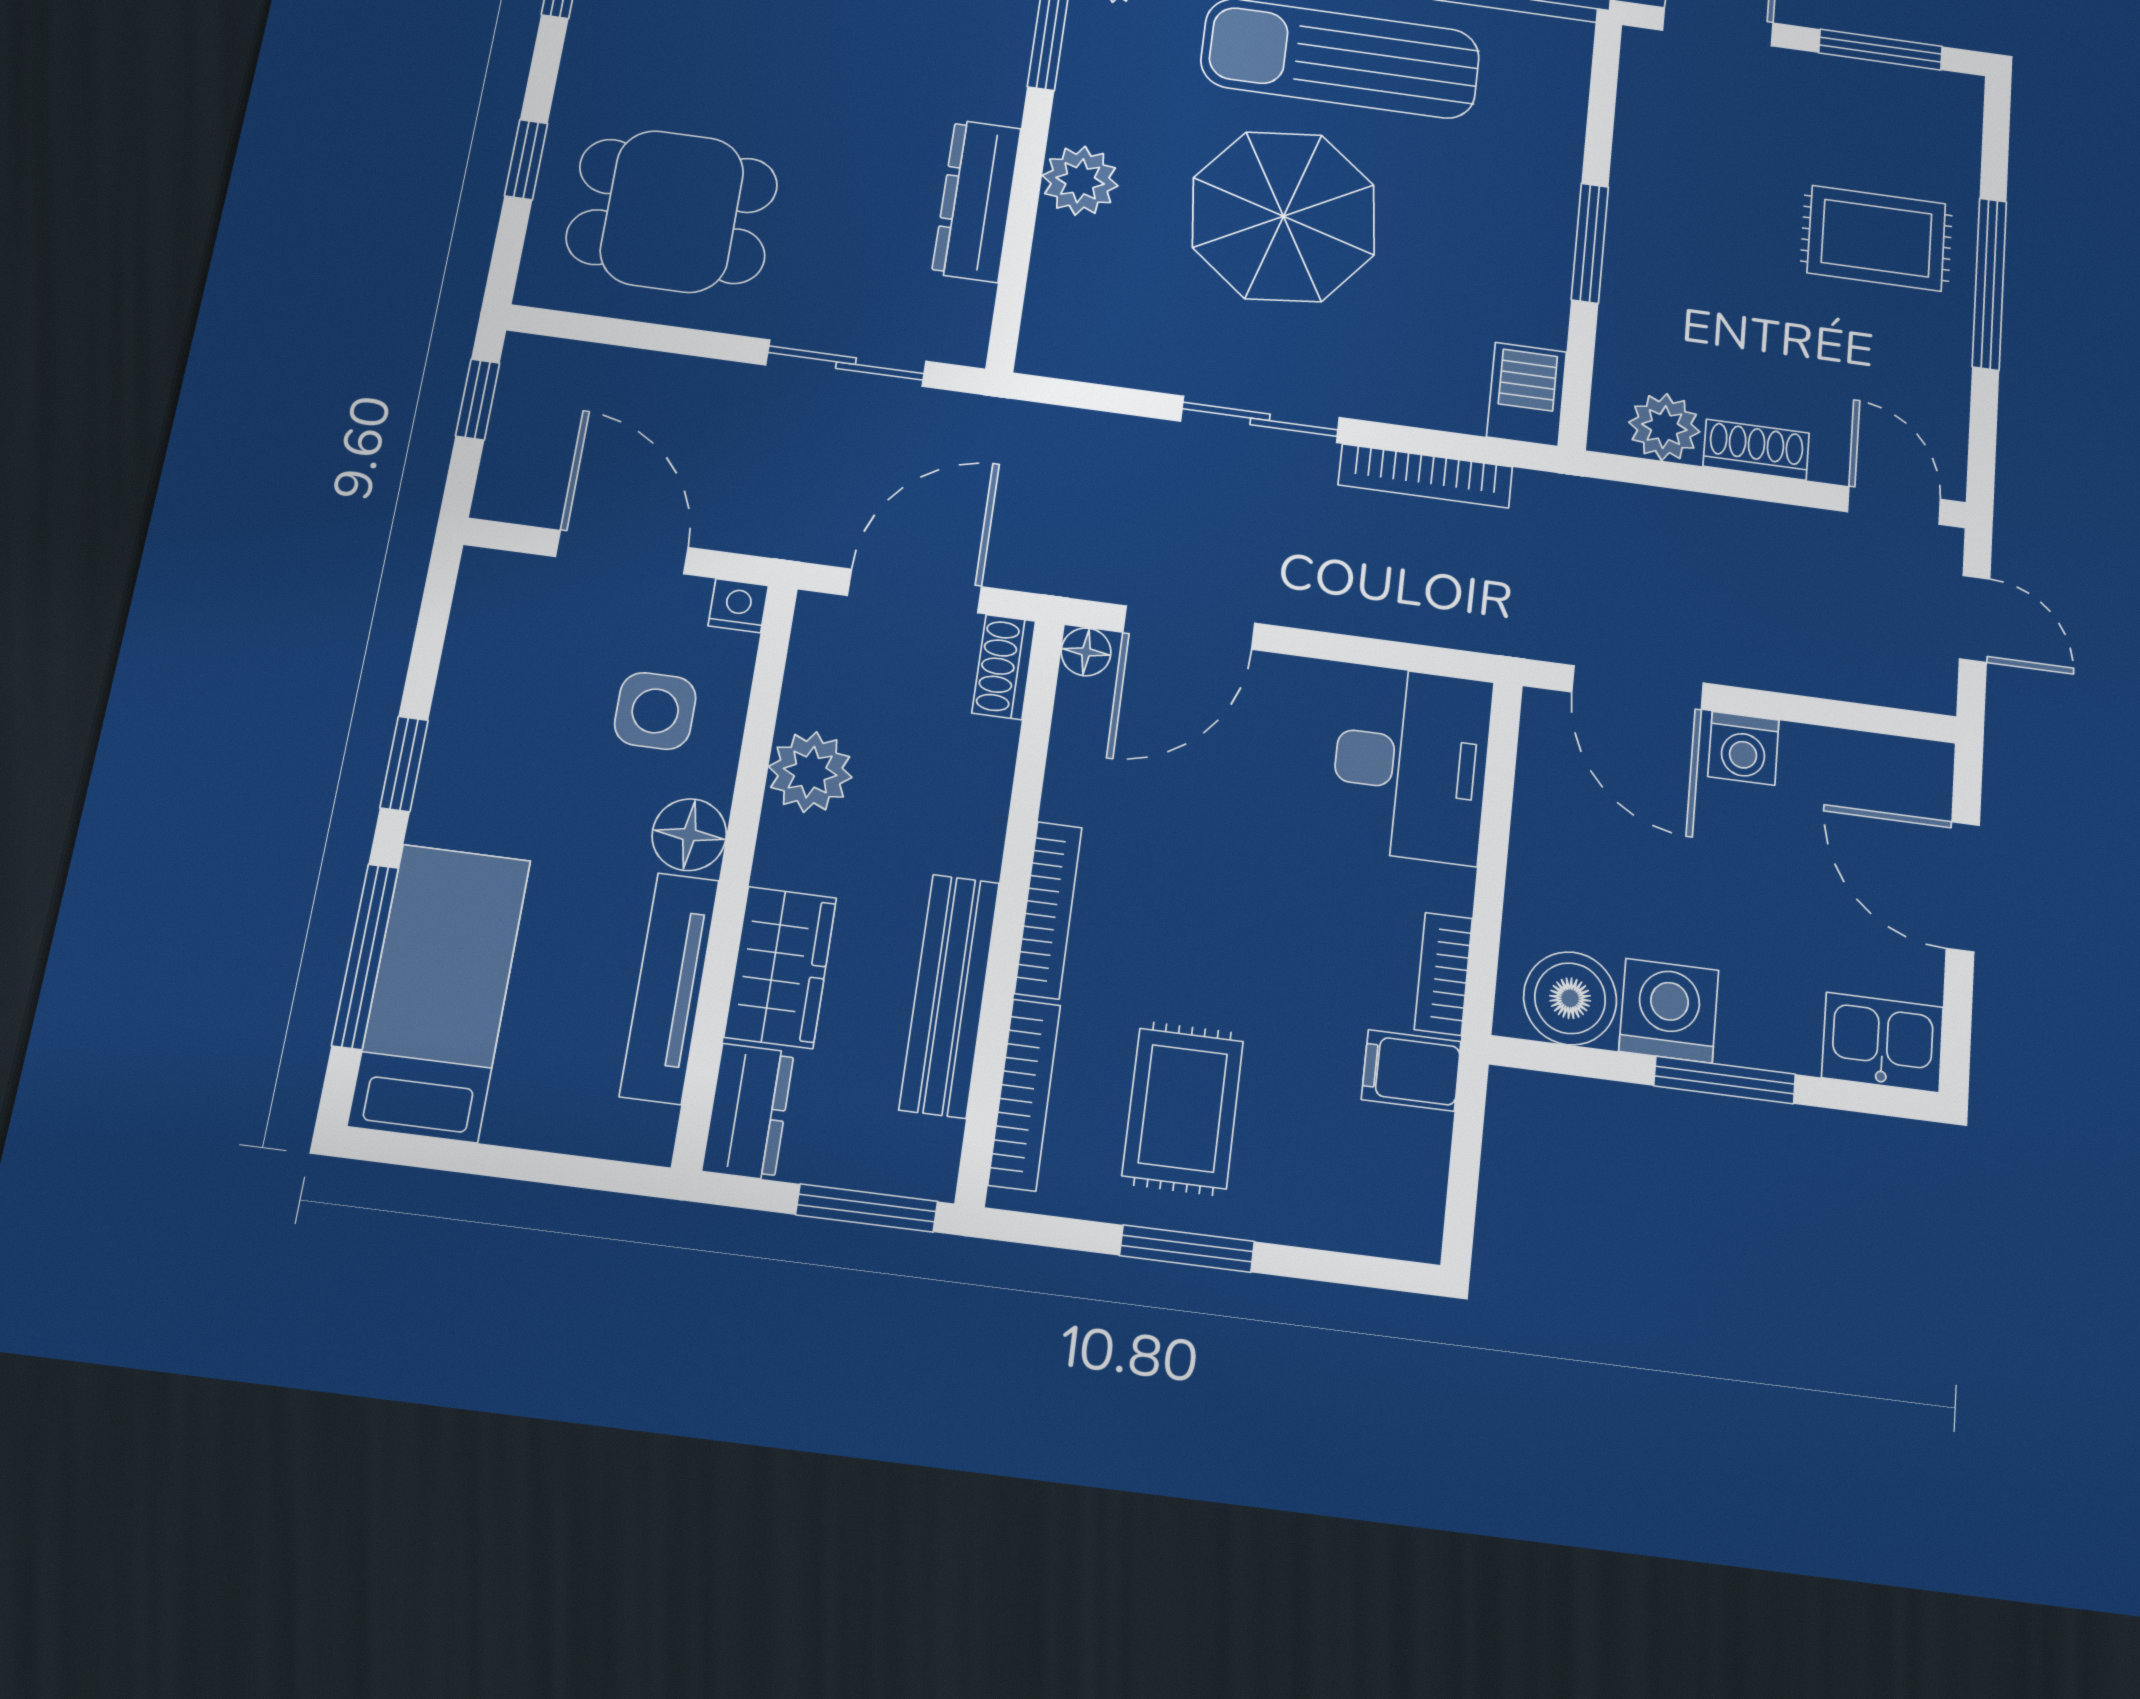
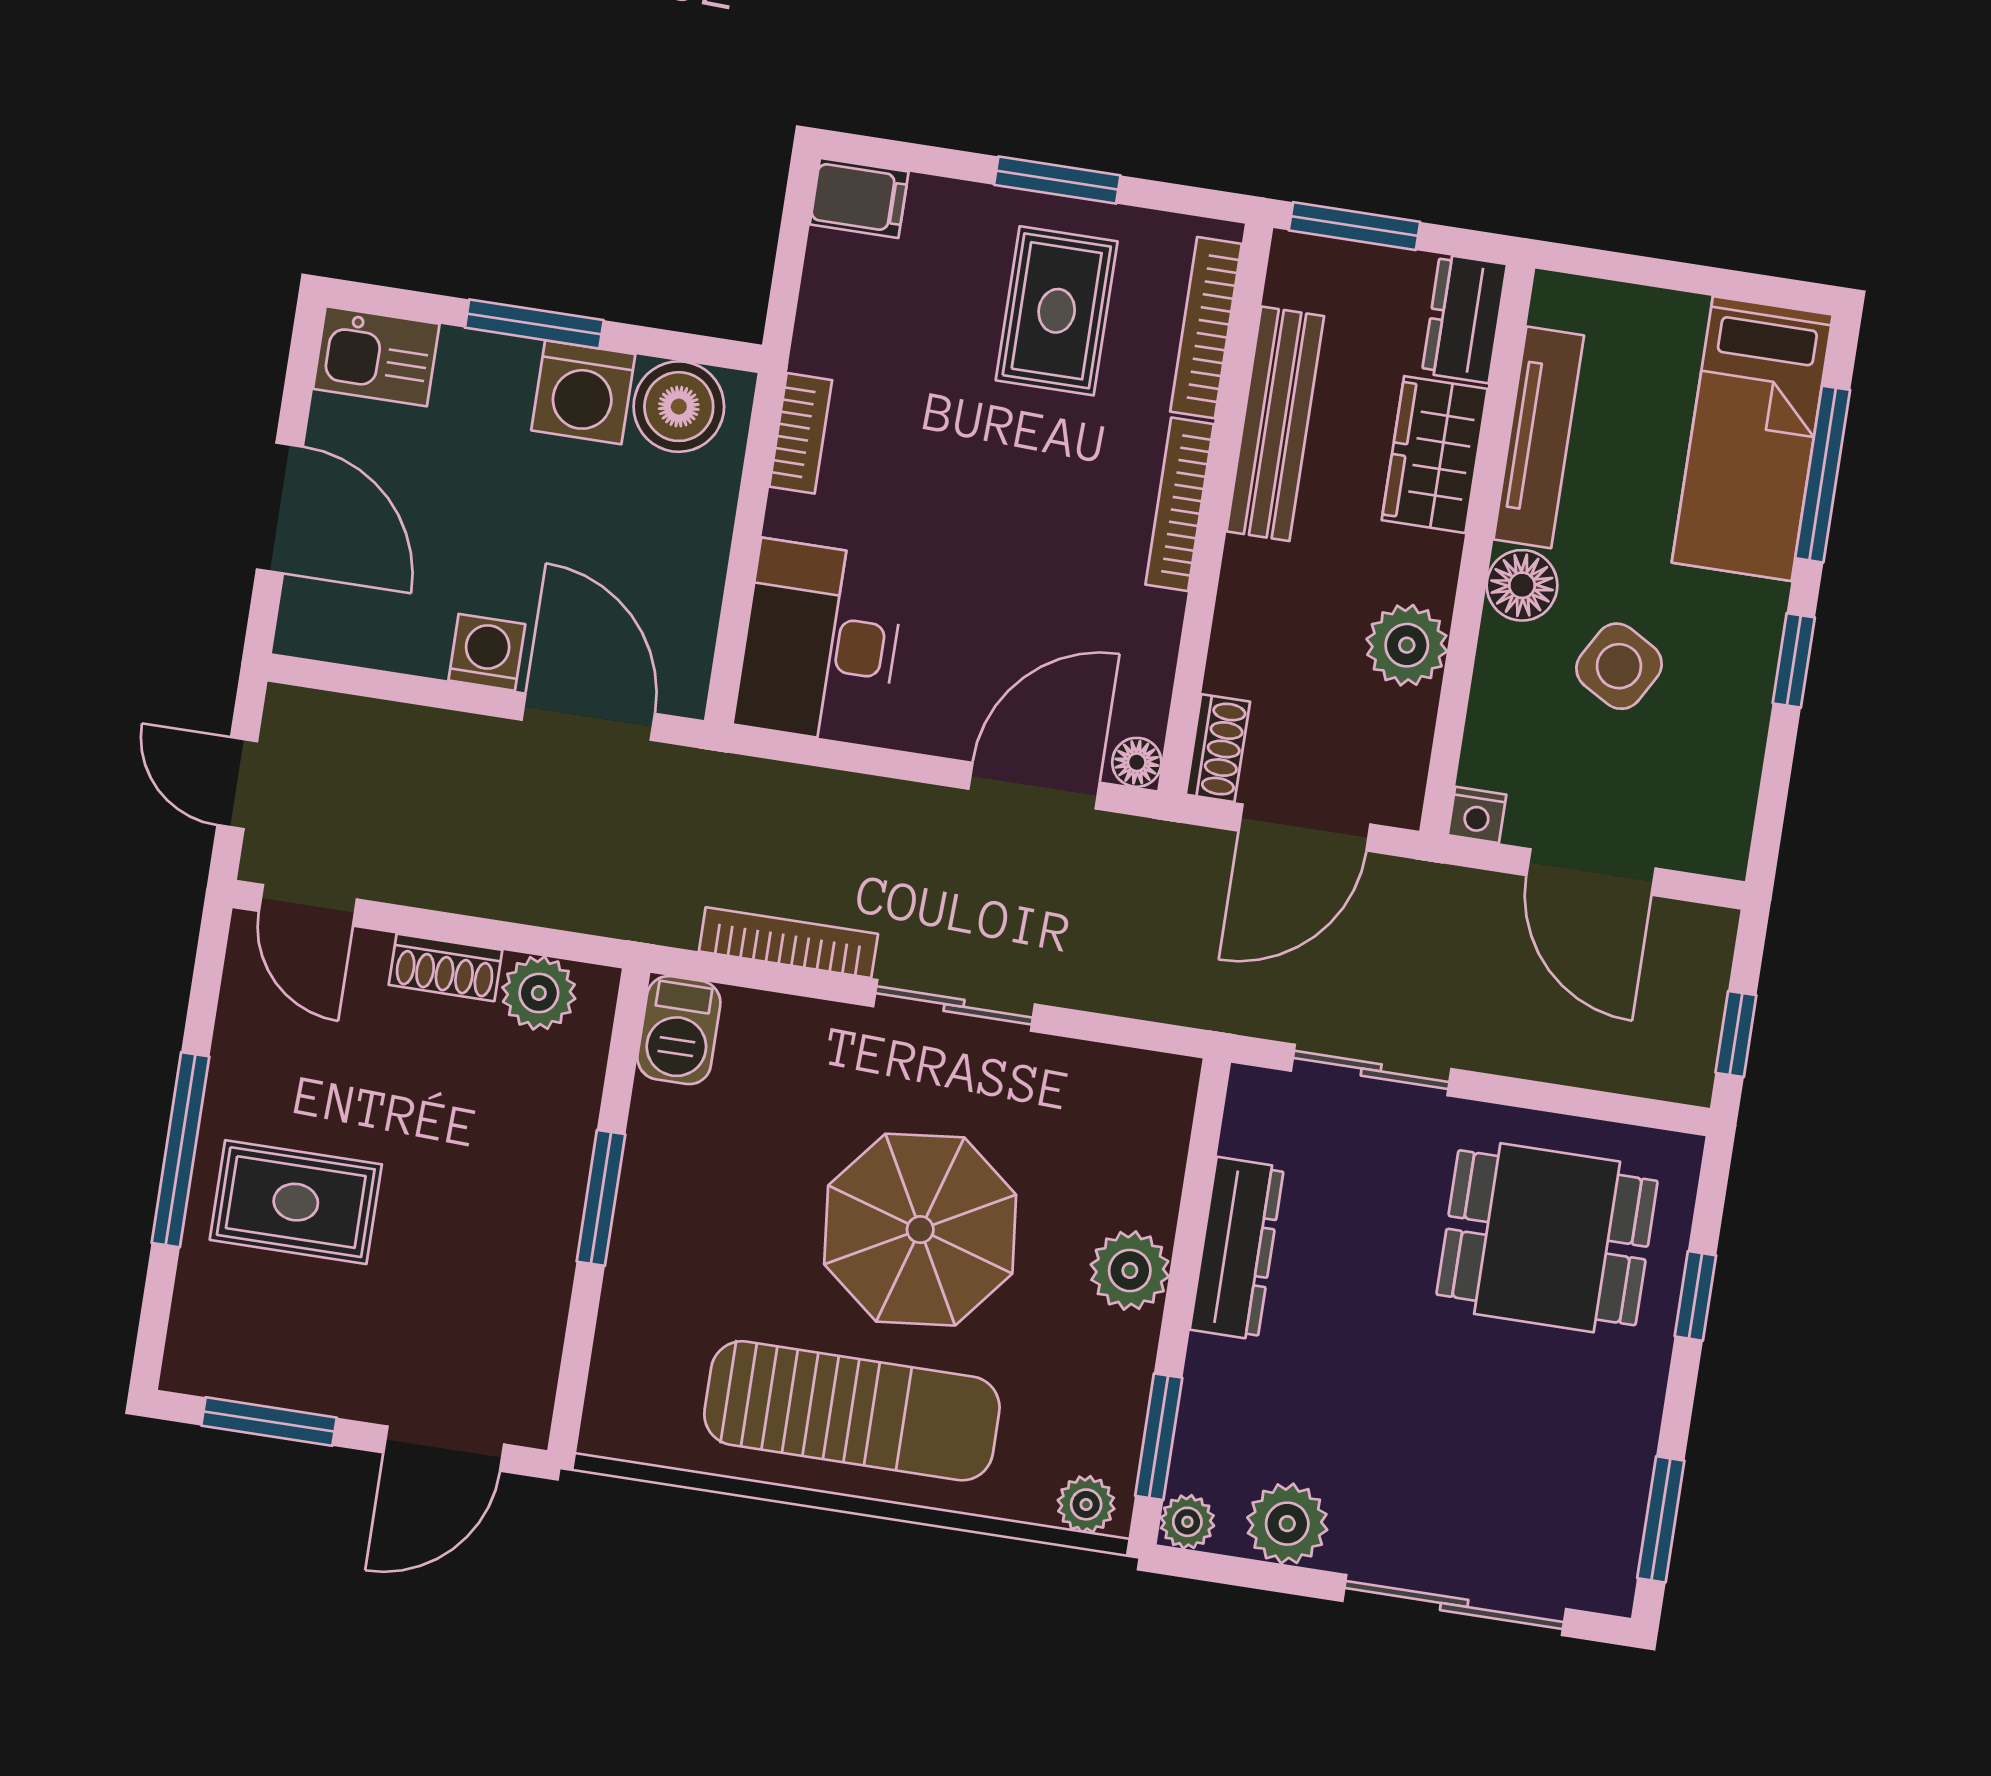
side table: (655, 711) -> (1619, 666), moved, turned 30
filing cabinet: (1411, 1070) -> (859, 198), moved

